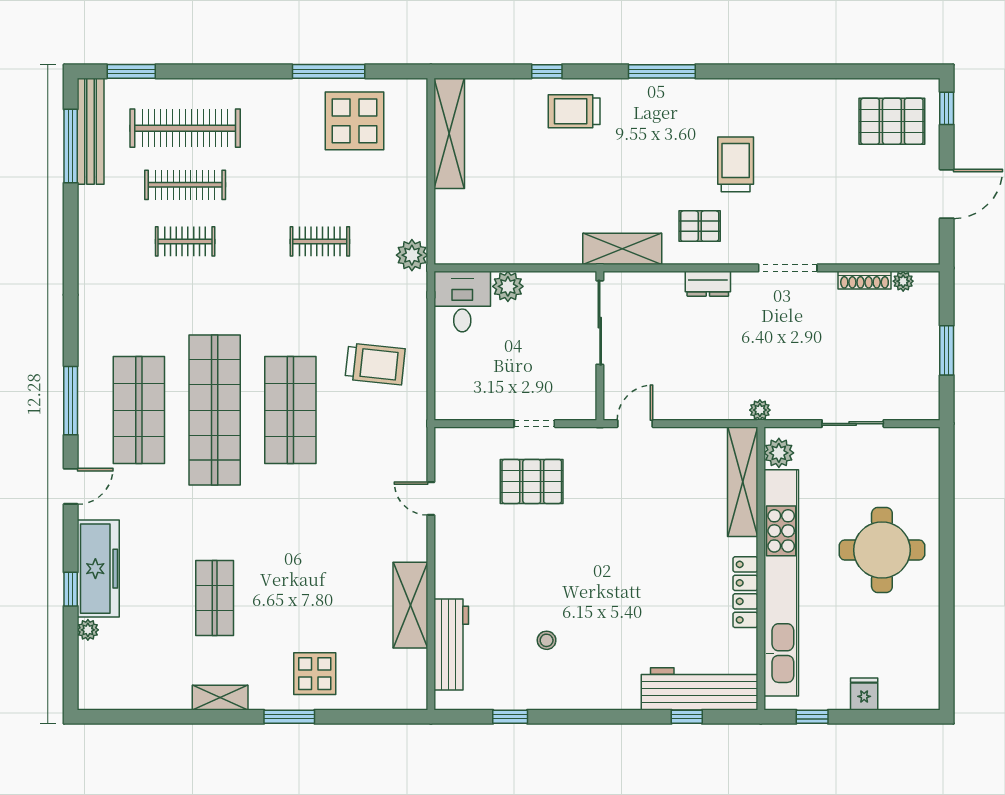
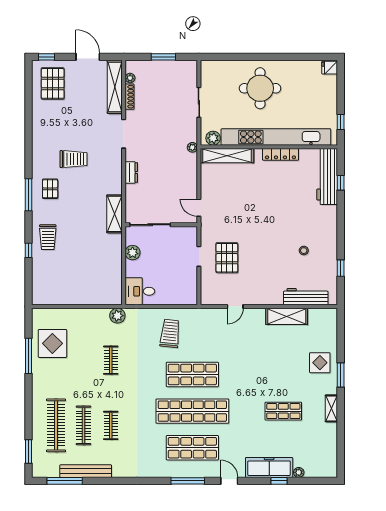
bench: (91, 131) -> (86, 471), moved
shelving: (449, 133) -> (115, 87), moved, turned 90
trolley: (736, 164) -> (74, 159), turned 180
pallet: (700, 226) -> (50, 189), moved
plant: (508, 286) -> (133, 253), moved
fridge: (864, 694) -> (330, 68), moved

